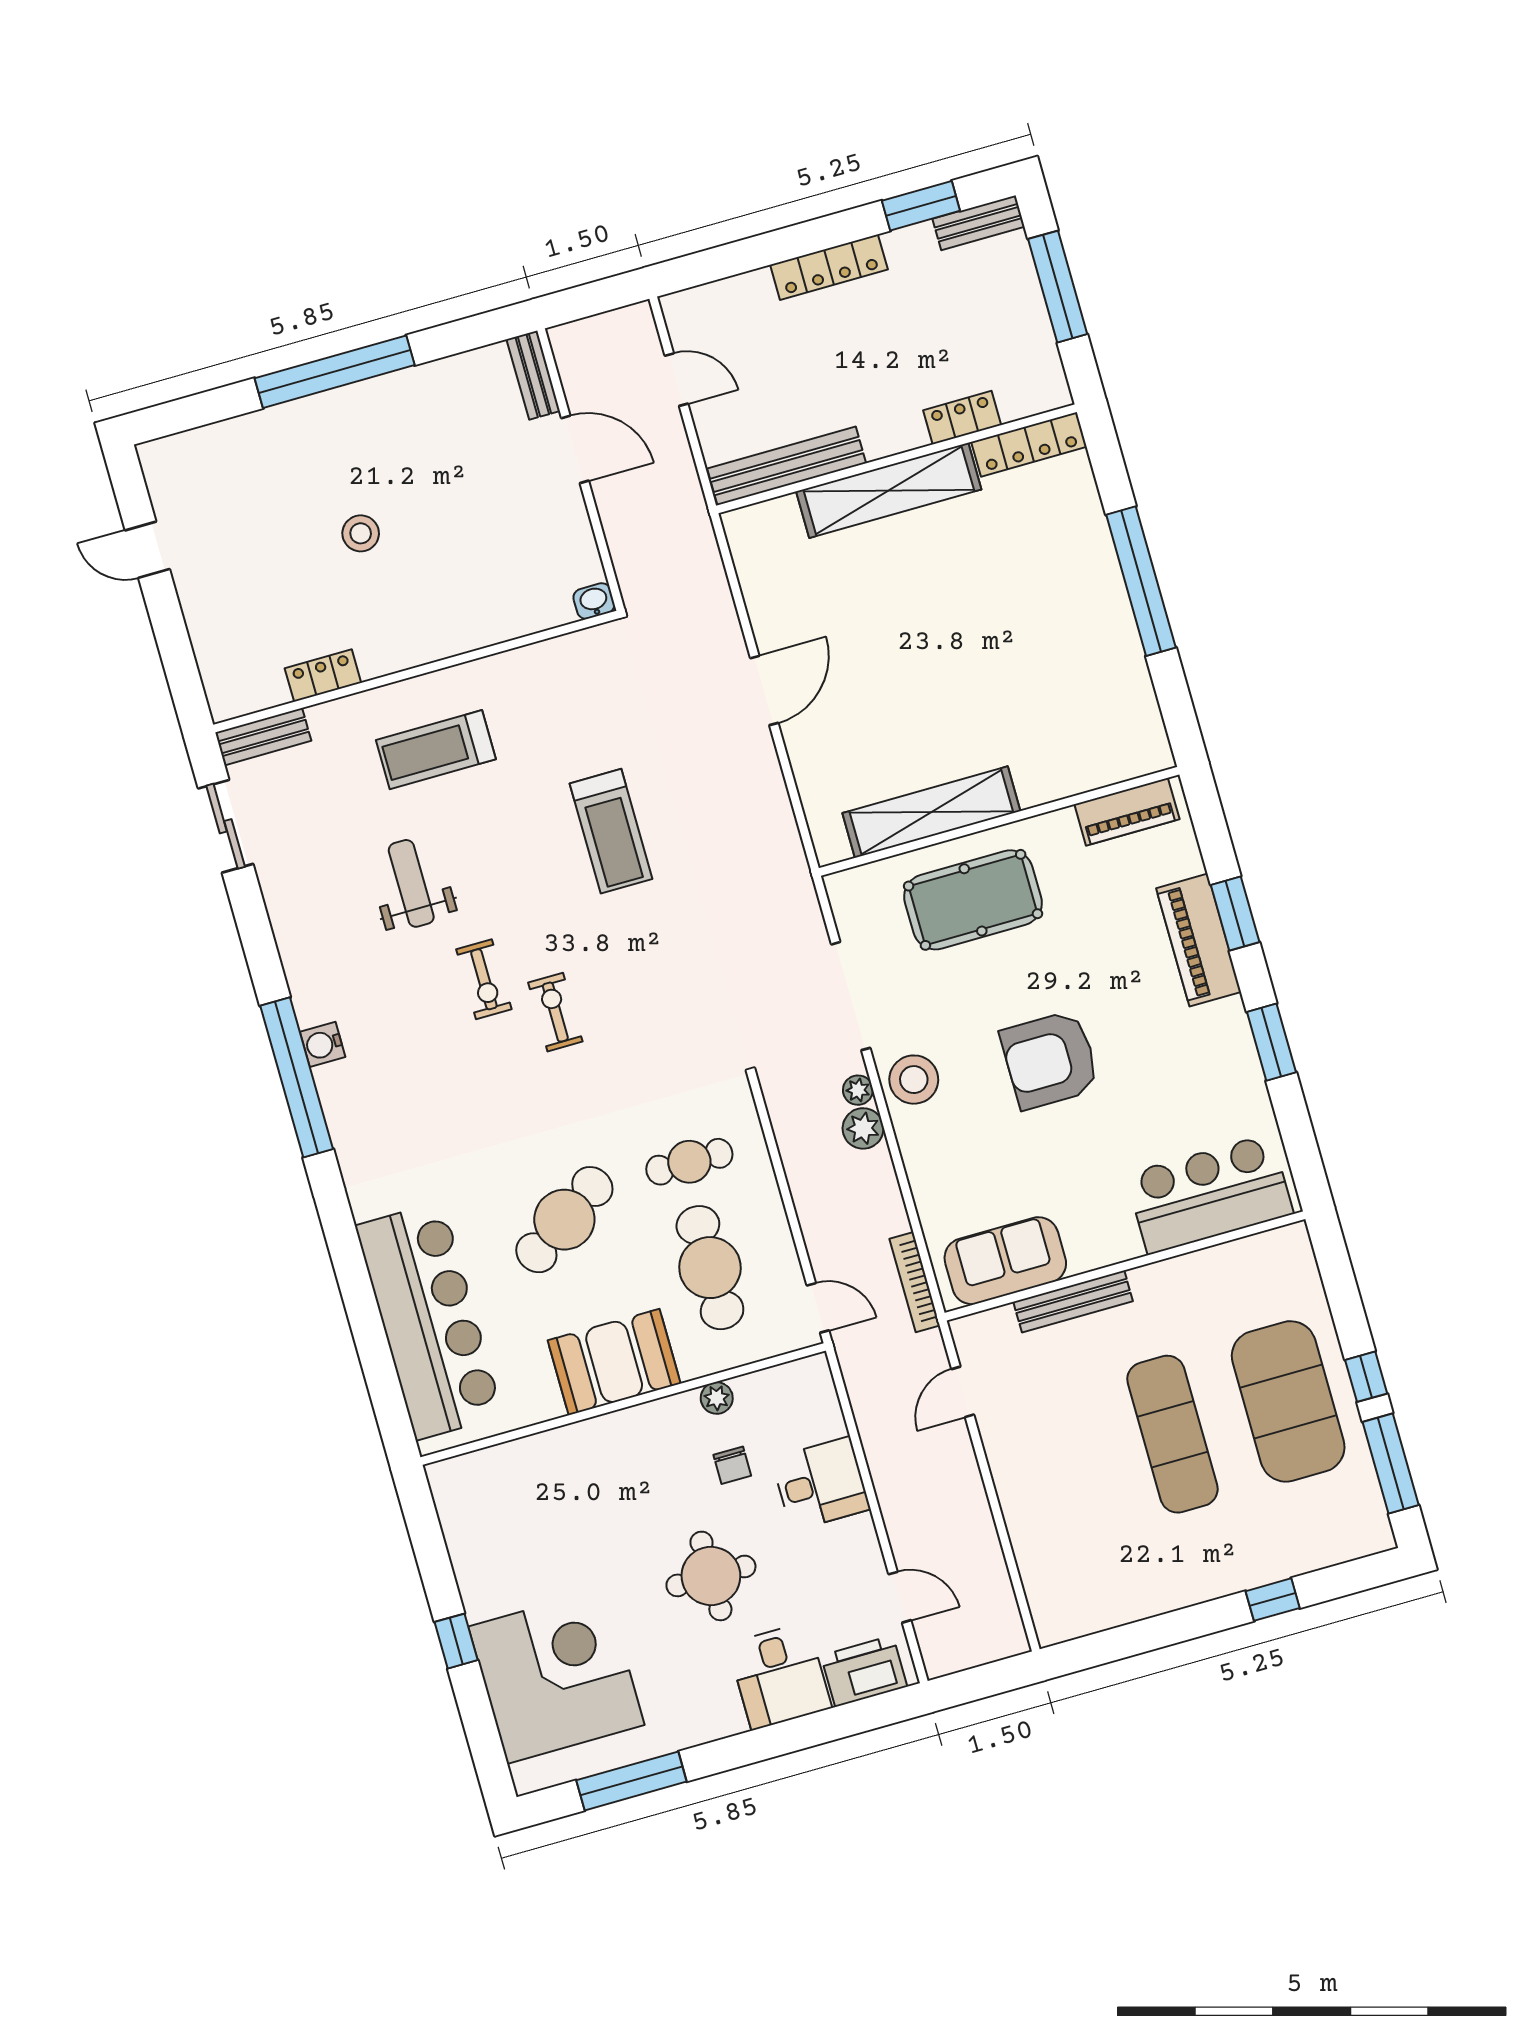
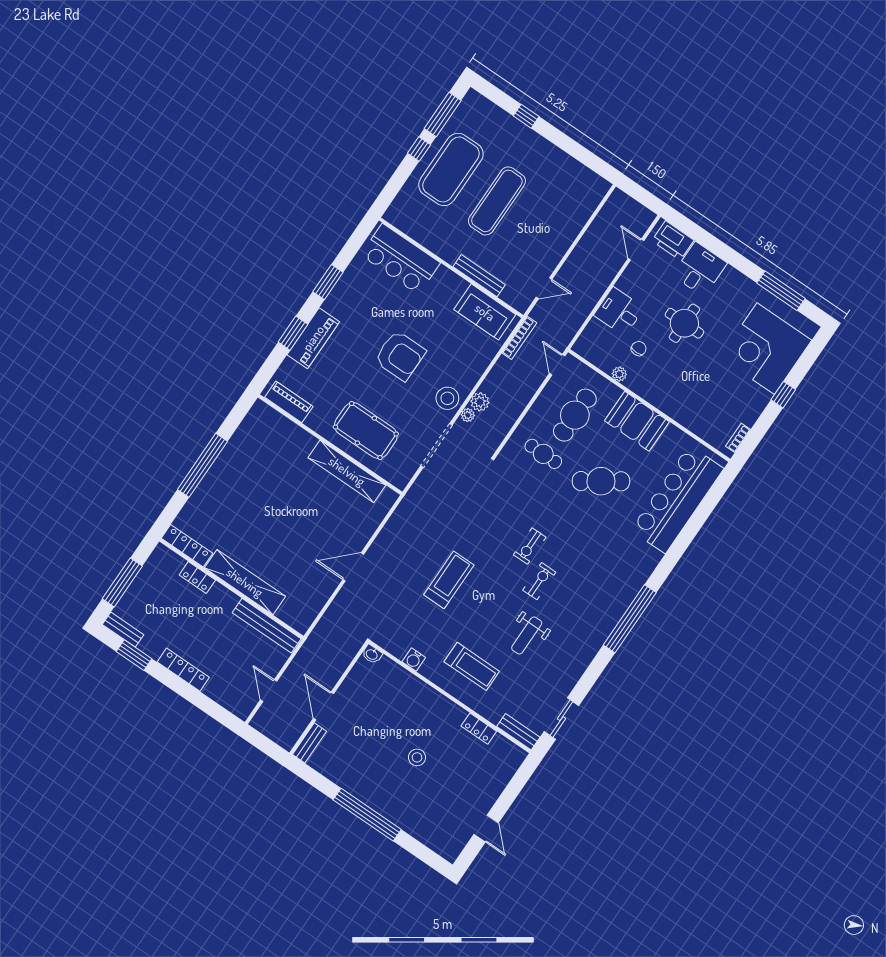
water cooler: (323, 1044) -> (414, 660), moved, turned 90
bookcase: (447, 1507) -> (738, 438), added

